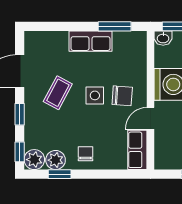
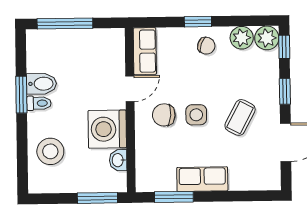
washbasin: (163, 38) -> (118, 160), moved, turned -90
chair: (86, 154) -> (206, 46), turned -69
window: (60, 174) -> (198, 22), moved

